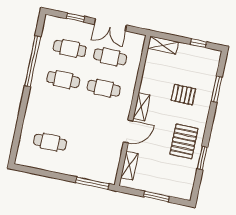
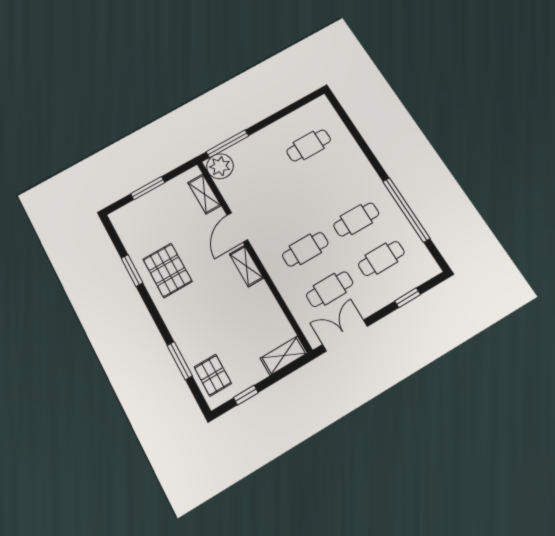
double door: (110, 25) -> (345, 335), moved
pallet: (183, 95) -> (213, 375), moved, turned 90
plant: (108, 174) -> (220, 166), added

